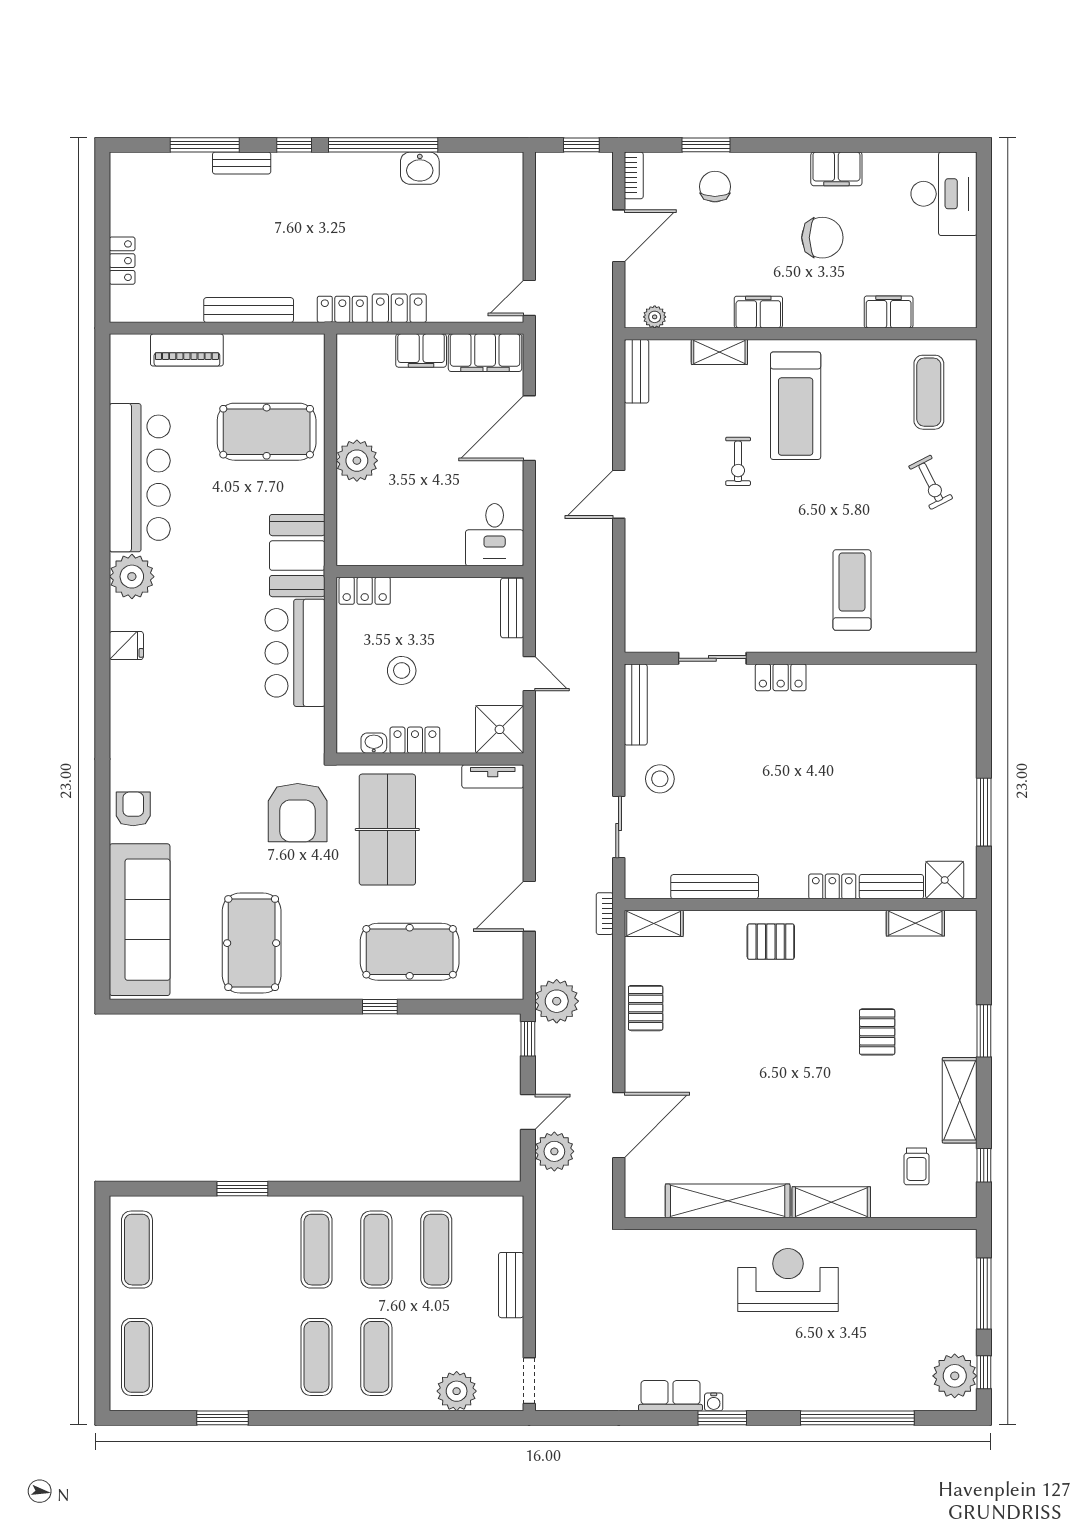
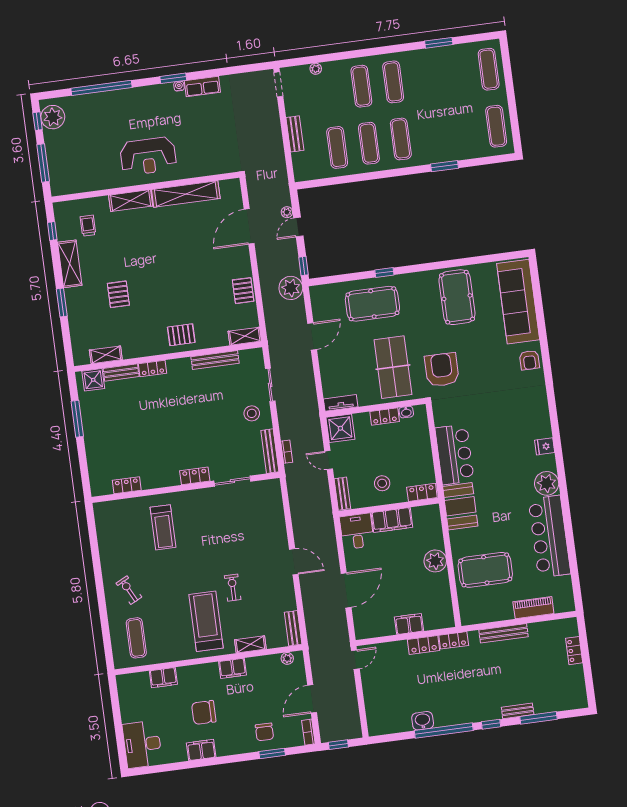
filing cabinet: (485, 353) -> (392, 520), moved, turned 180
door: (619, 494) -> (294, 562), hinge flipped
stool: (402, 670) -> (382, 483), moved
locker: (909, 677) -> (127, 485), added
bookcase: (605, 914) -> (287, 452), moved
plant: (554, 1151) -> (287, 212), width x0.53, depth x0.53
plant: (457, 1391) -> (316, 69), width x0.53, depth x0.53

